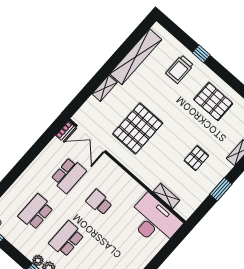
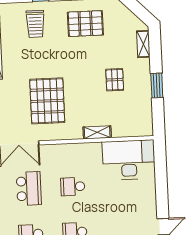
shelving: (166, 196) -> (97, 132), moved

